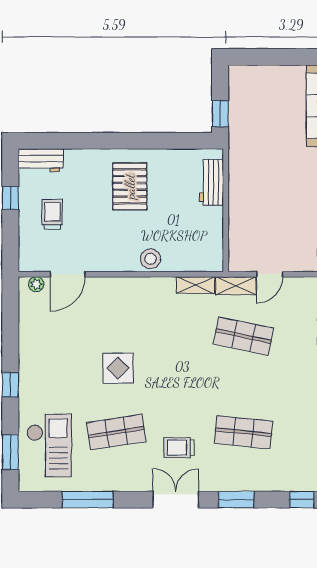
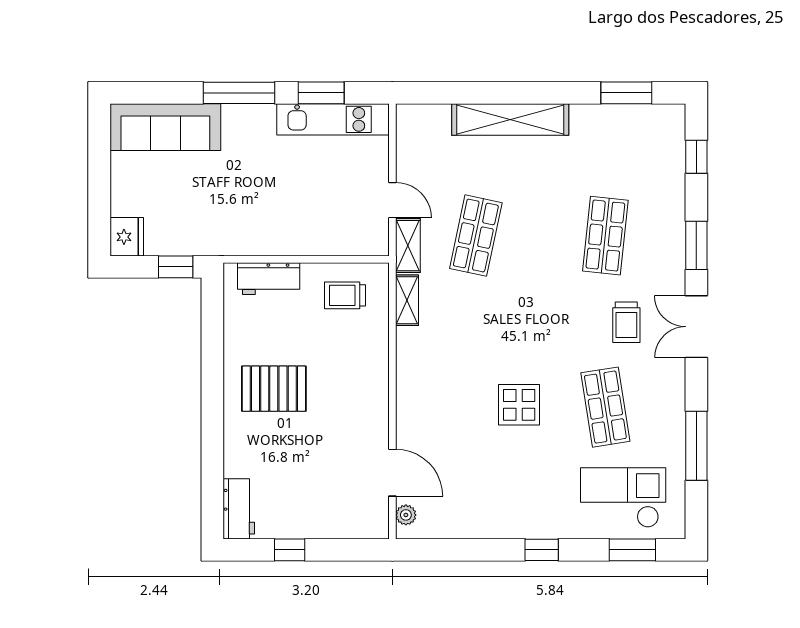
fridge: (242, 77) -> (127, 237), added
trolley: (52, 214) -> (345, 295), moved
stool: (150, 259) -> (372, 361), removed

